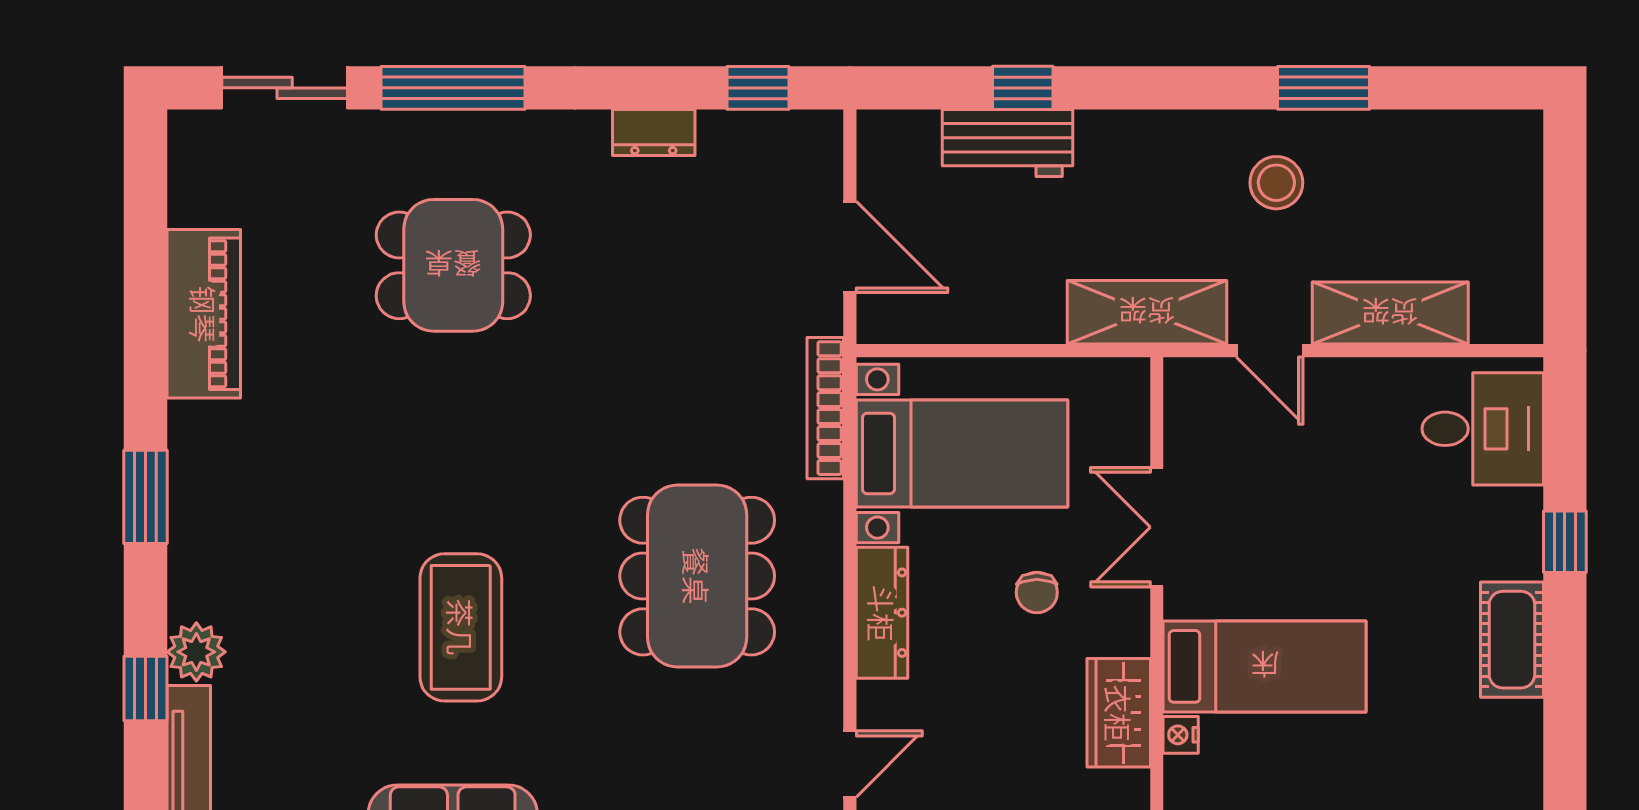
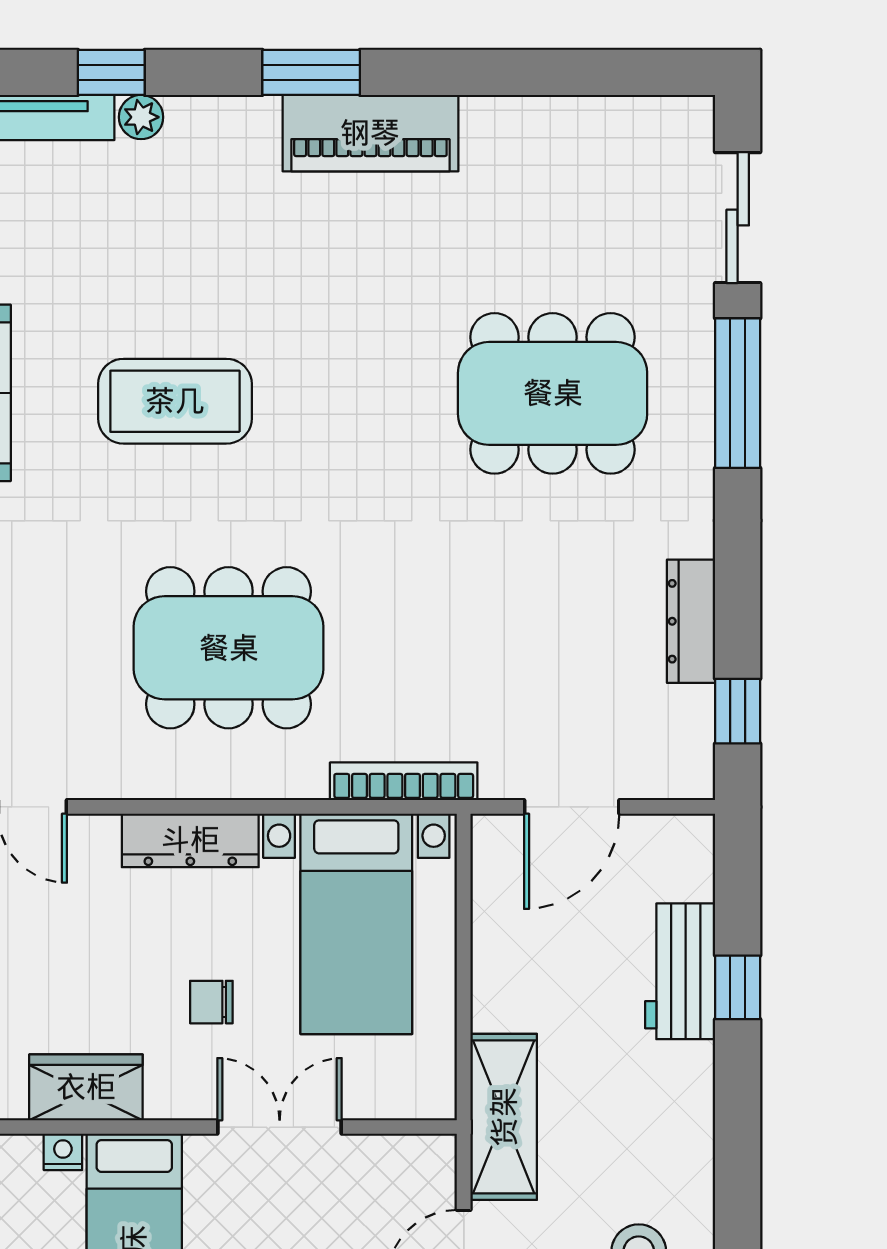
dresser: (654, 133) -> (691, 621), width x1.44
dining table: (453, 265) -> (553, 393), width x1.38
piano: (204, 314) -> (370, 133), moved
plant: (196, 652) -> (141, 117), width x0.73, depth x0.73

